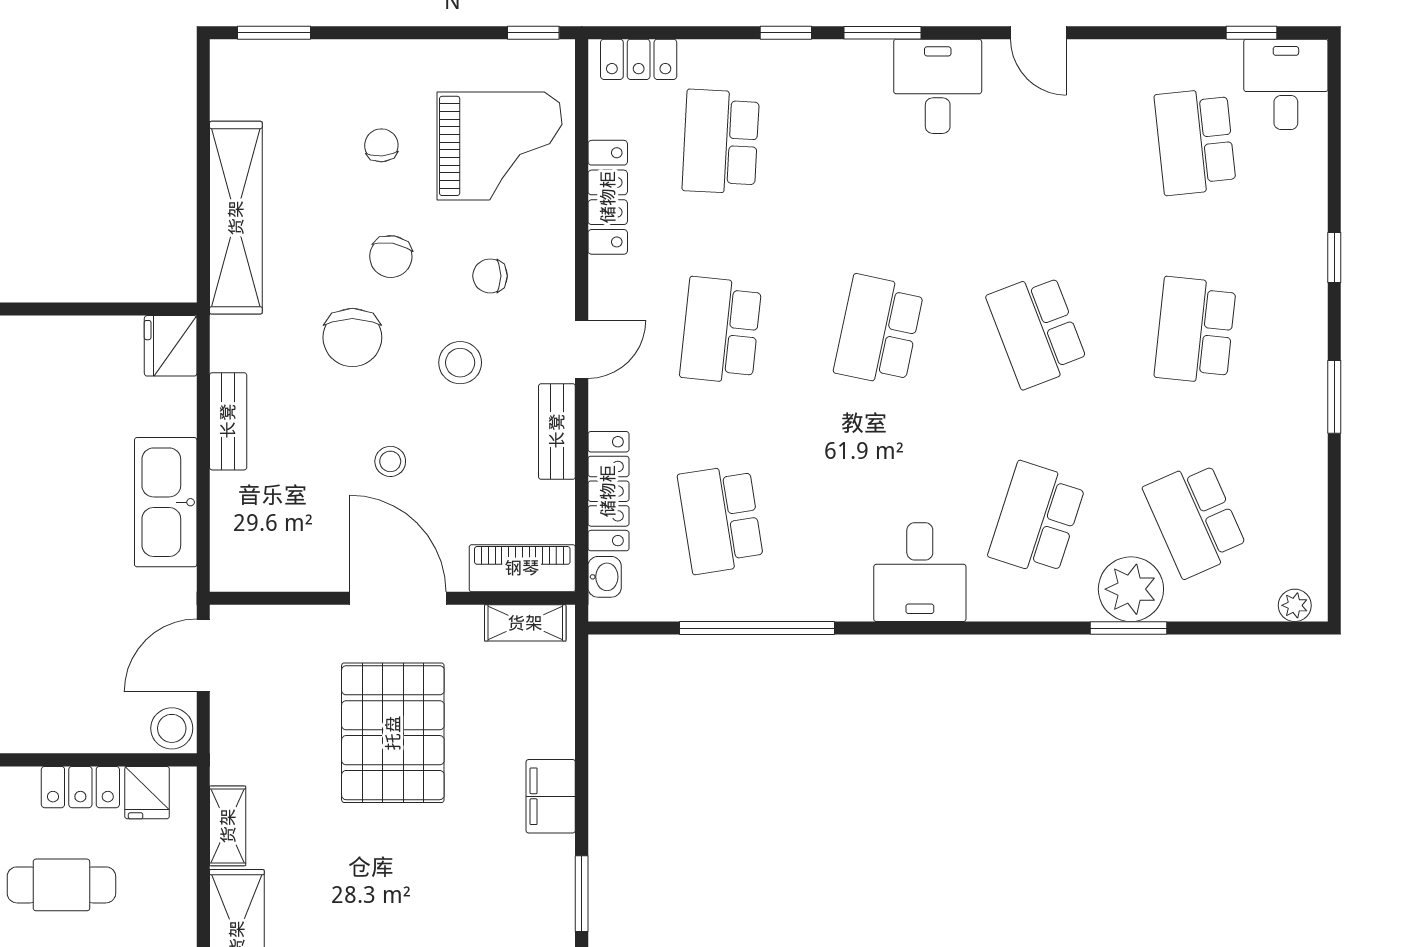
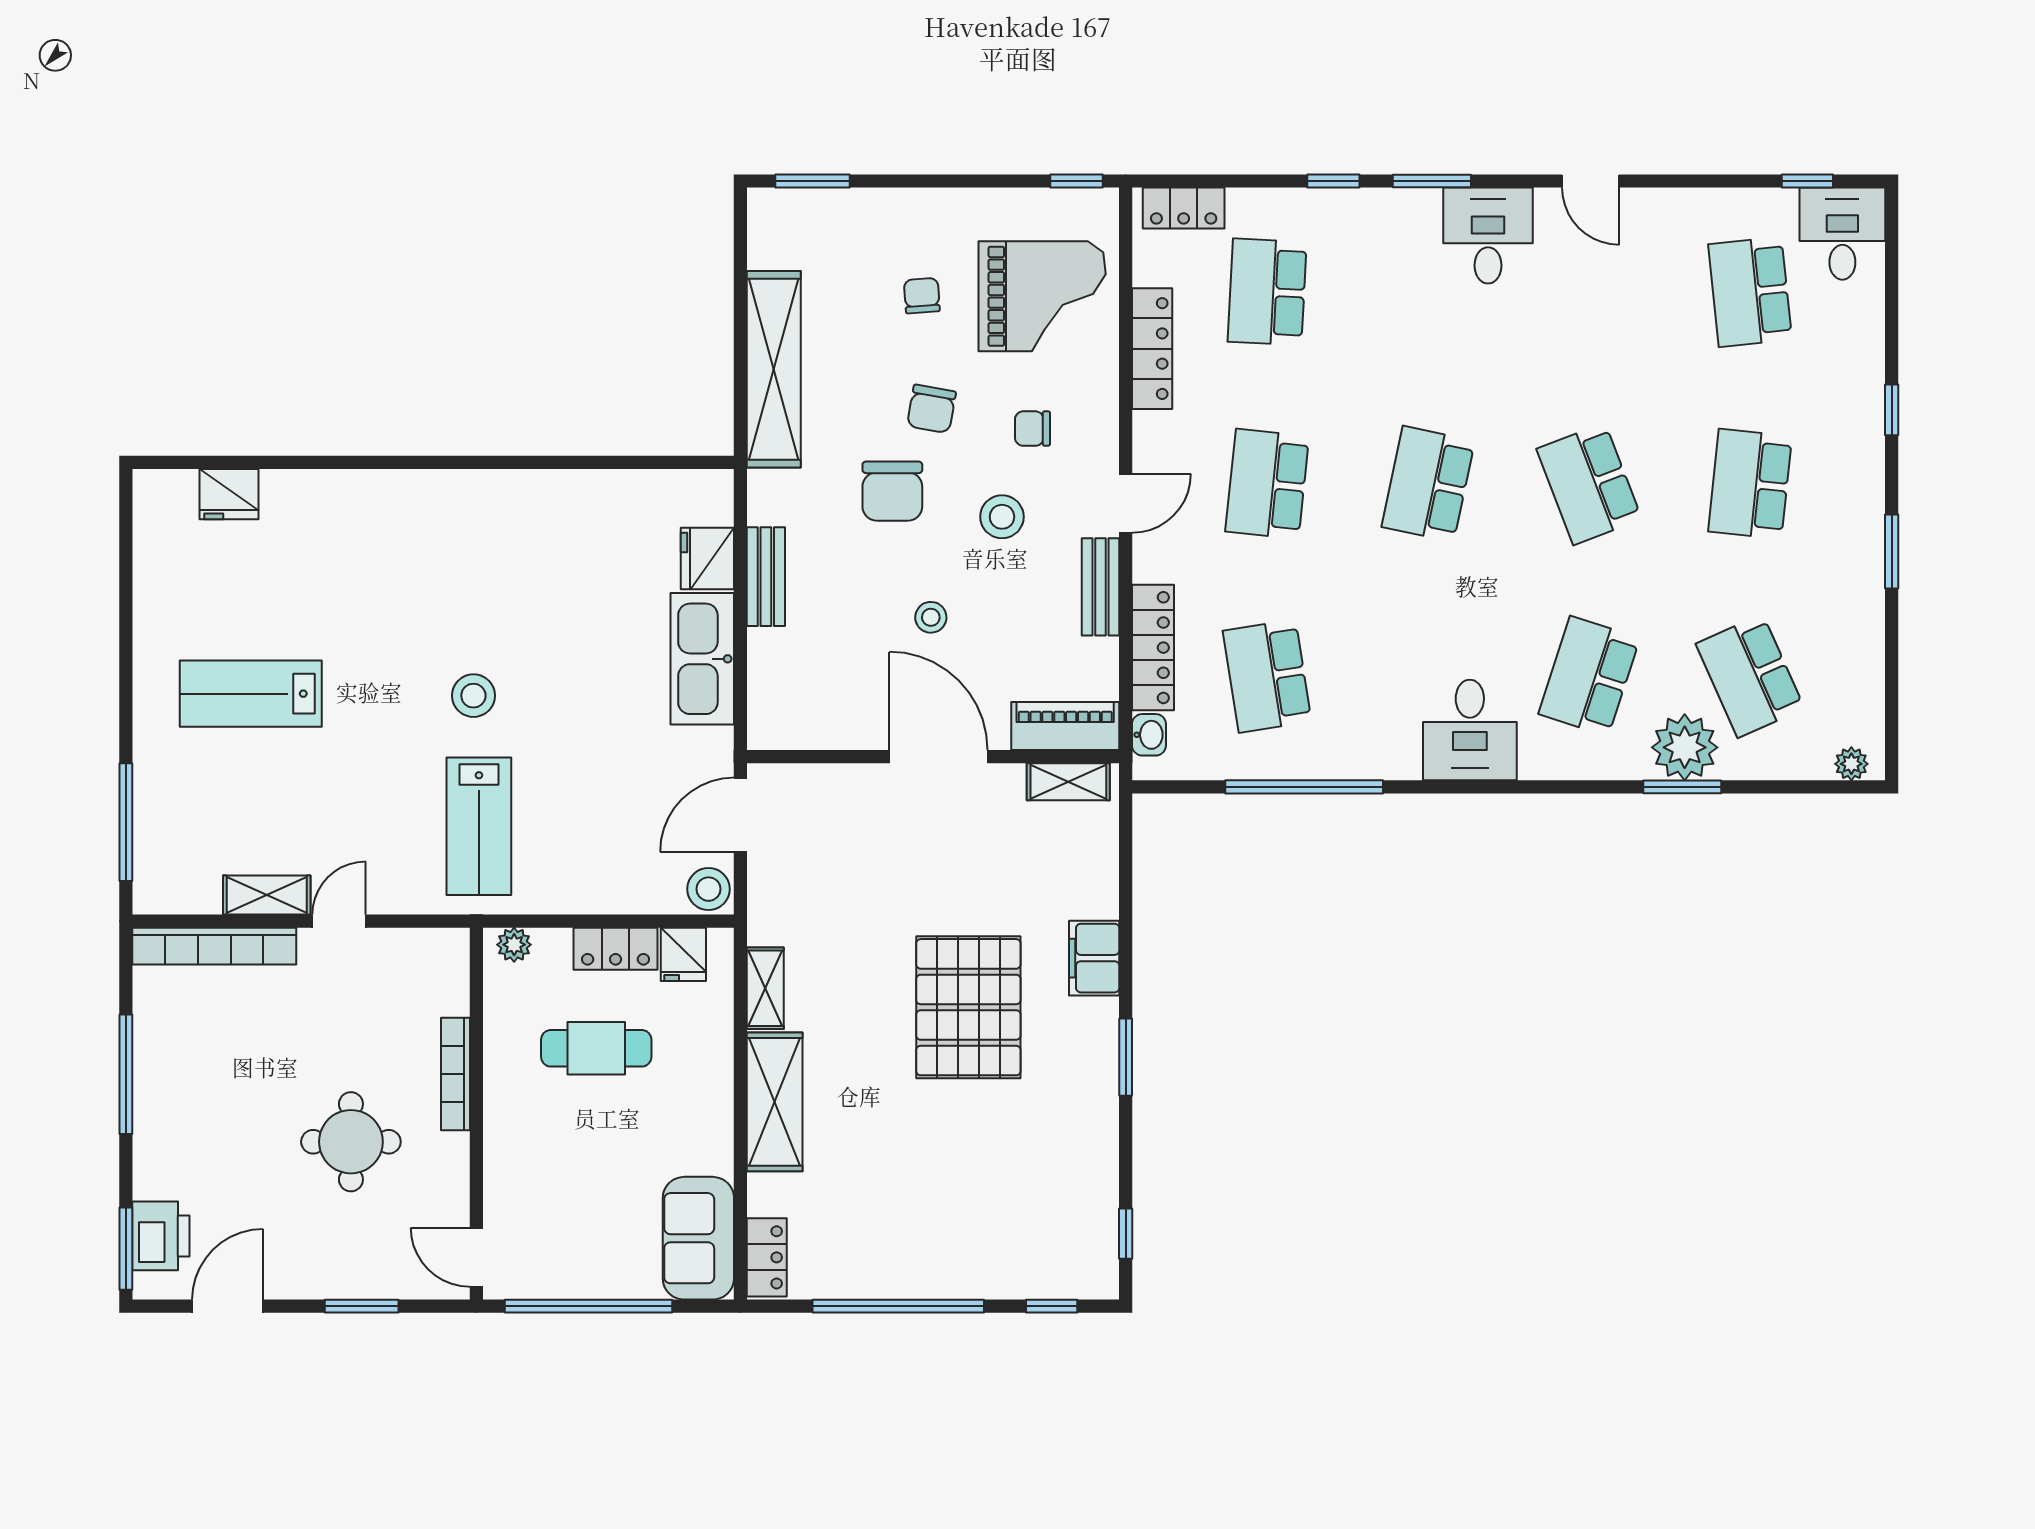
fridge: (171, 346) -> (707, 559), moved
pallet: (393, 733) -> (968, 1007), moved

